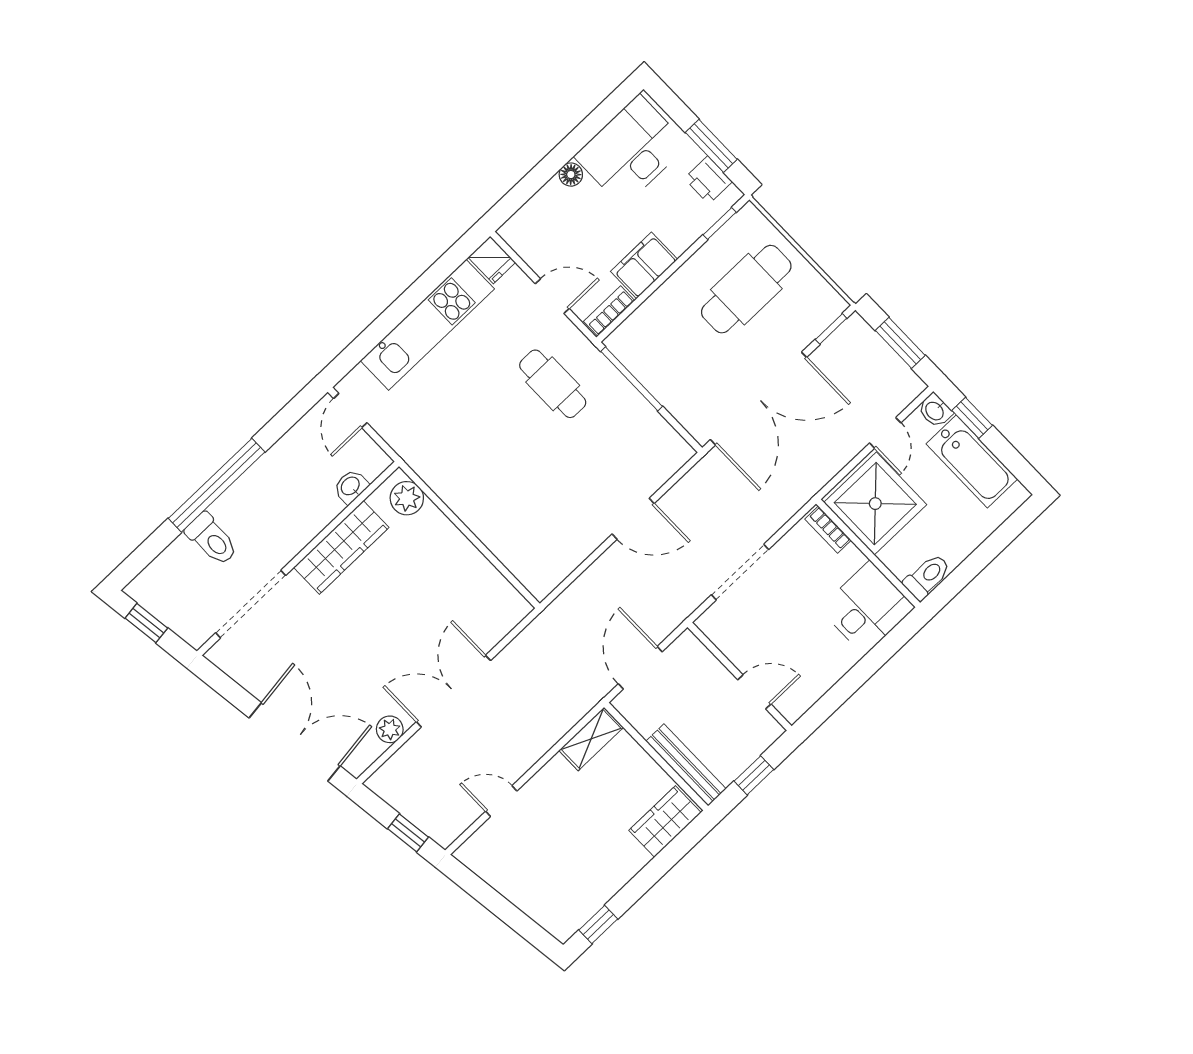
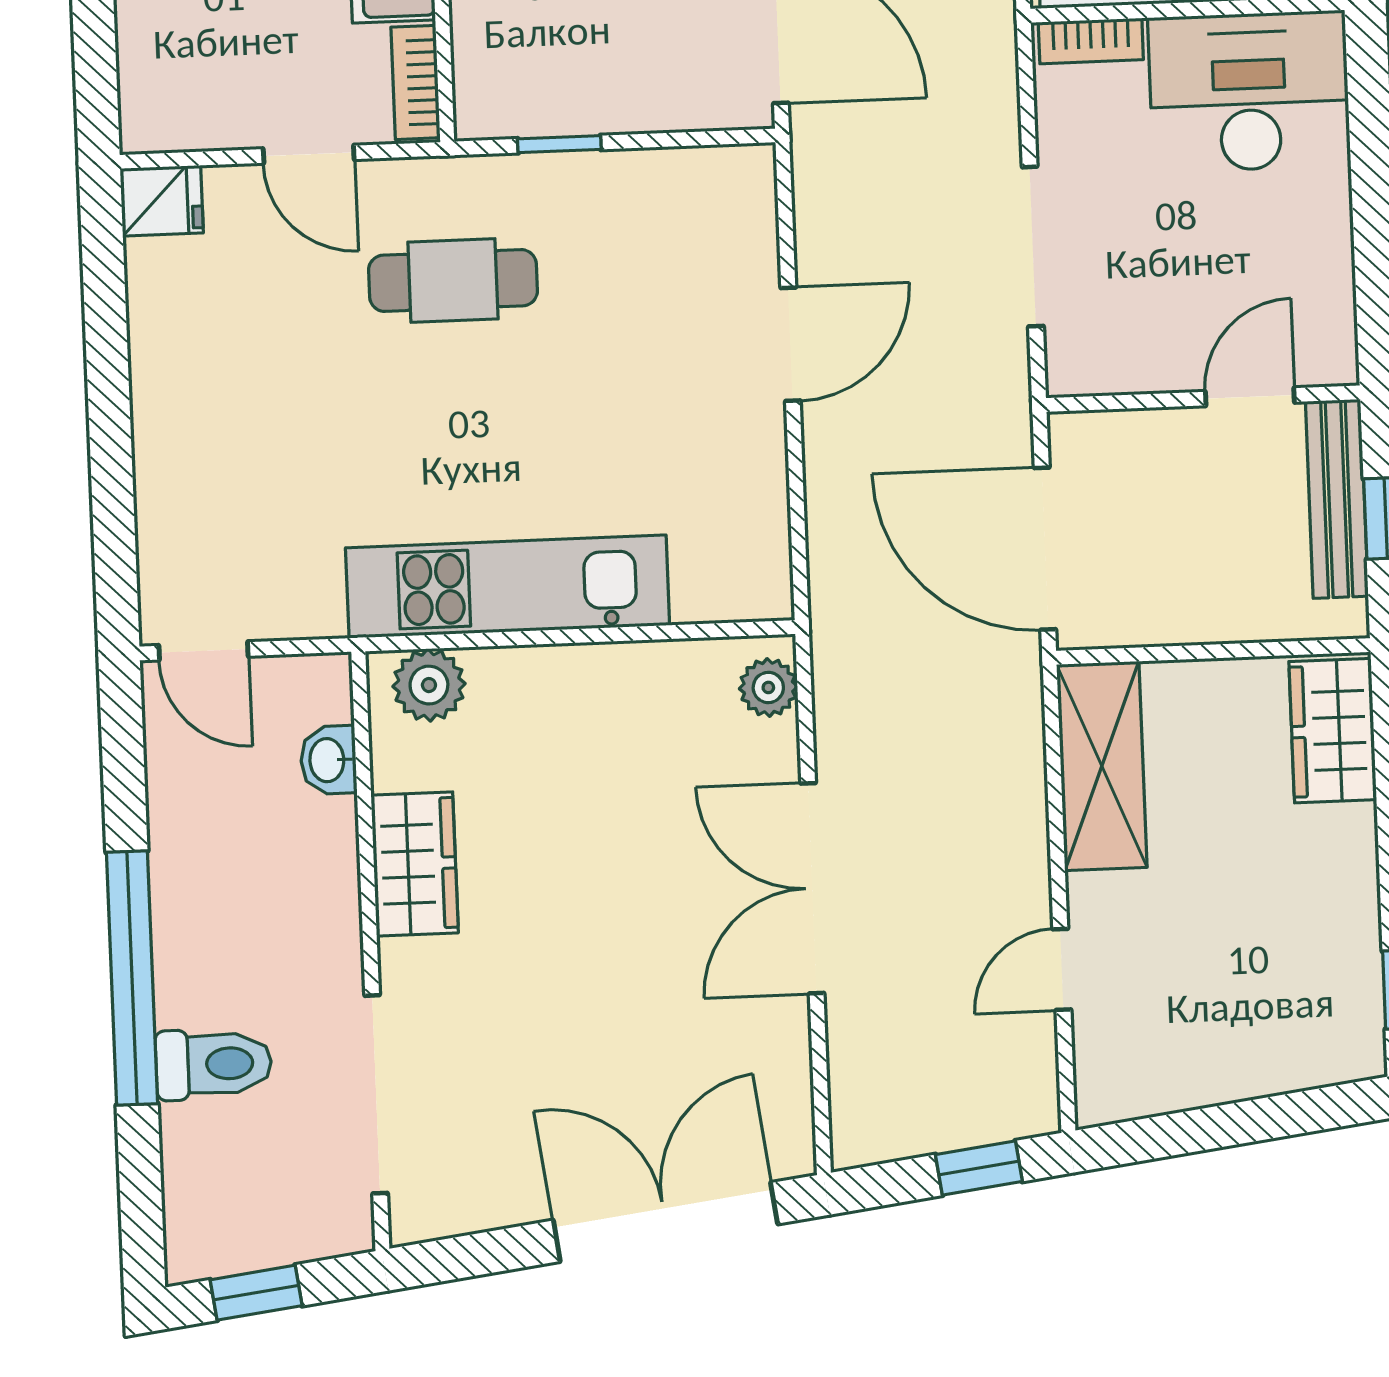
door: (552, 296) -> (309, 154), swing flipped
kitchen unit: (427, 325) -> (508, 587), moved, turned -90
window: (632, 379) -> (559, 144), width x0.46
wardrobe: (341, 547) -> (415, 864), width x0.67
desk: (867, 608) -> (1249, 92), width x1.37
door: (640, 668) -> (1045, 549), width x1.36
plant: (390, 729) -> (768, 687), moved
shelving: (591, 739) -> (1102, 766), width x1.50, depth x1.33
bench: (686, 765) -> (1337, 499), moved, turned 90

